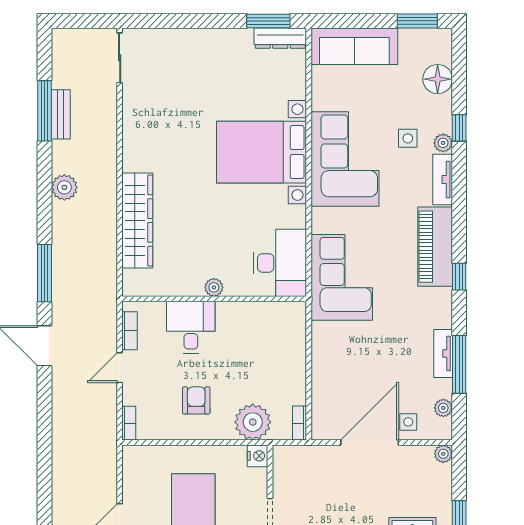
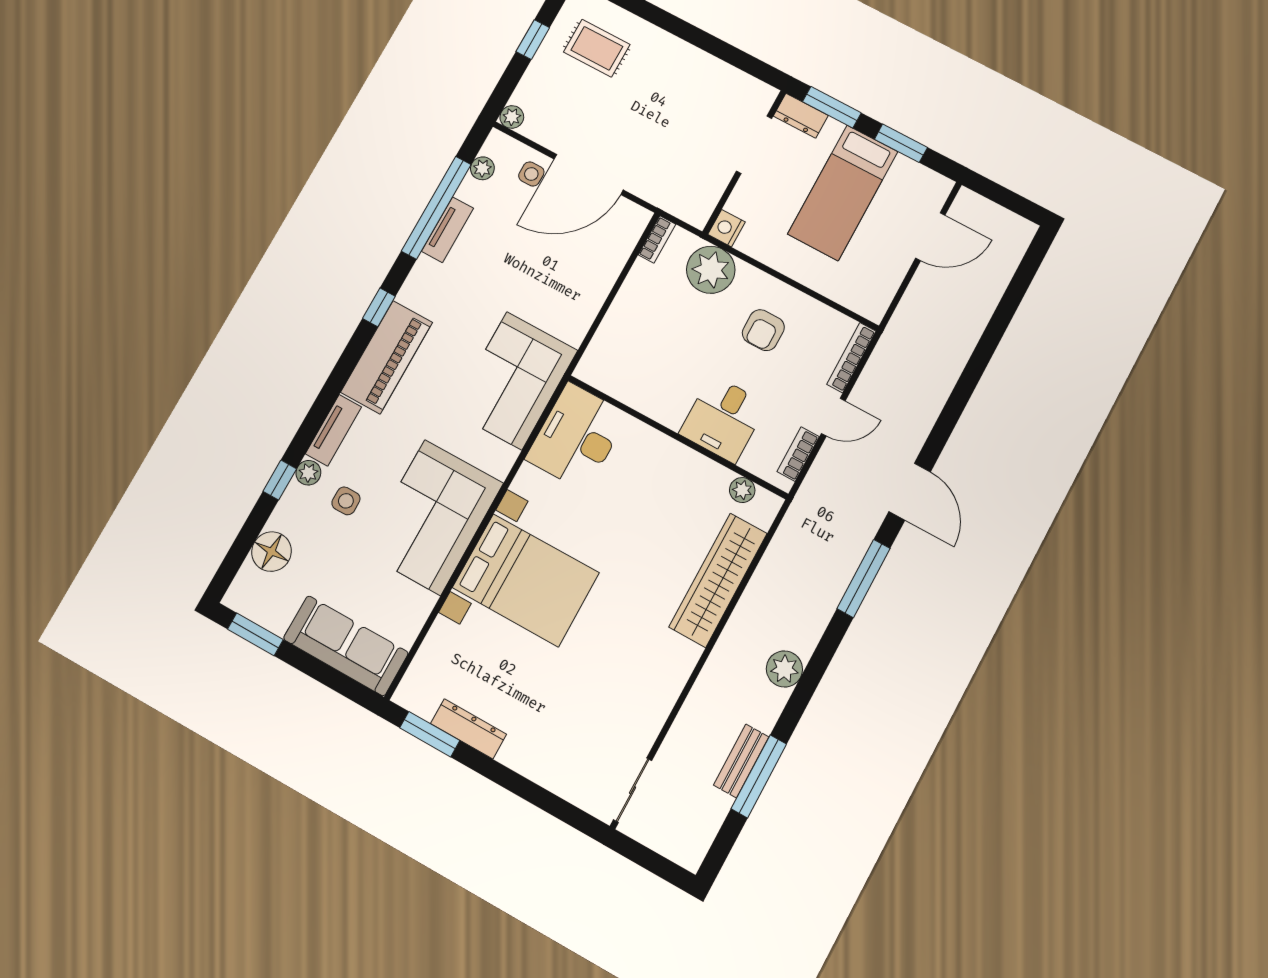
dresser: (280, 38) -> (468, 729), moved
plant: (214, 287) -> (742, 490), moved
window: (459, 364) -> (436, 208), width x1.46
bookcase: (129, 423) -> (851, 358), width x1.56

